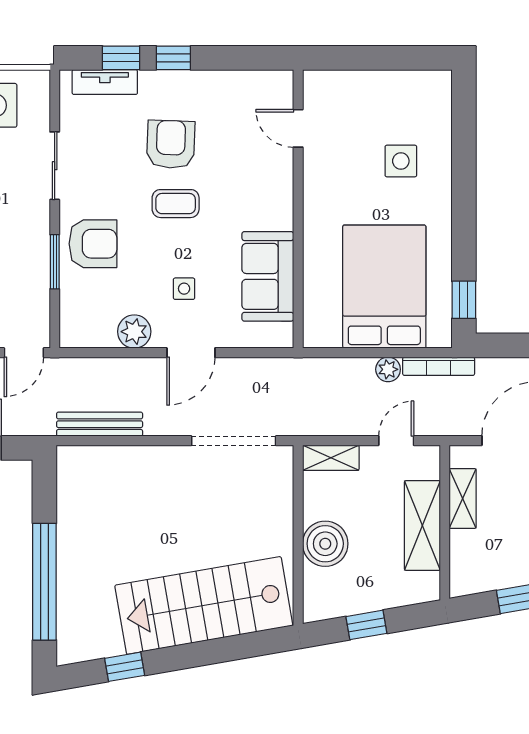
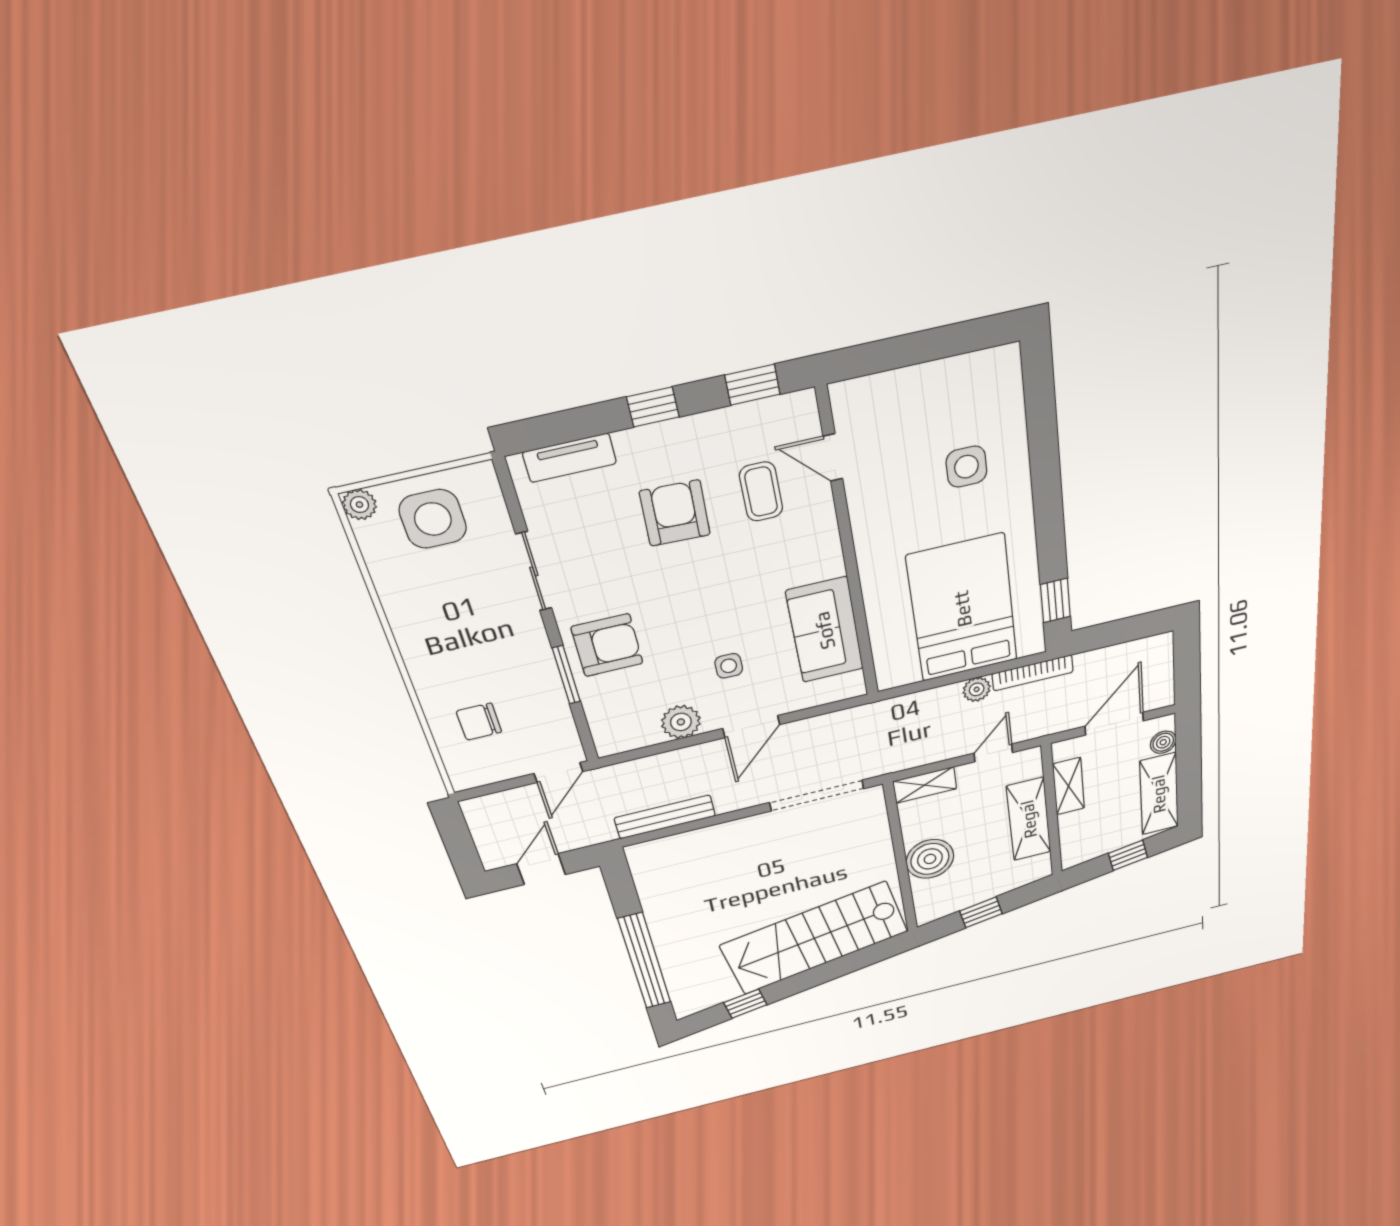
window: (121, 58) -> (753, 385), moved
coffee table: (176, 204) -> (761, 492), moved, turned 90

